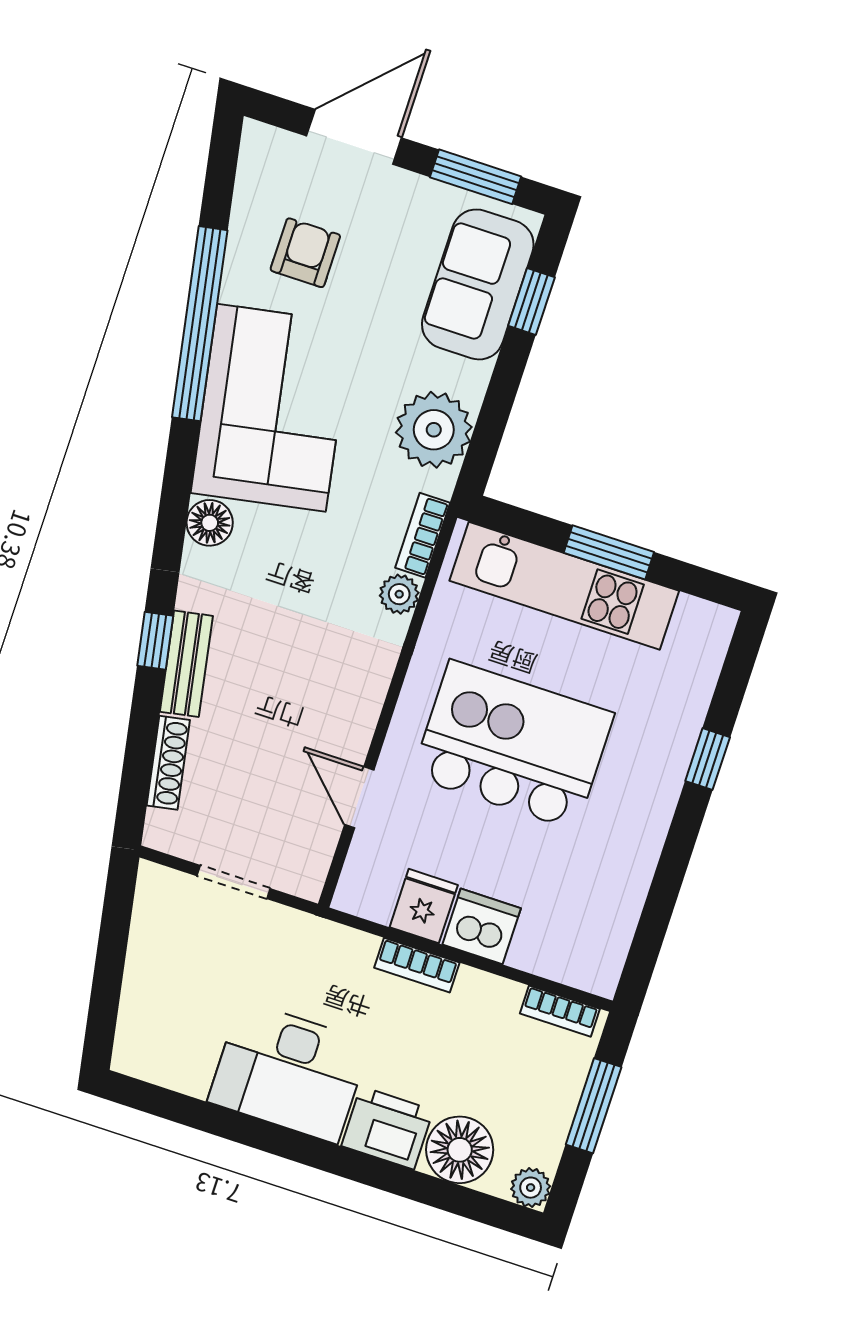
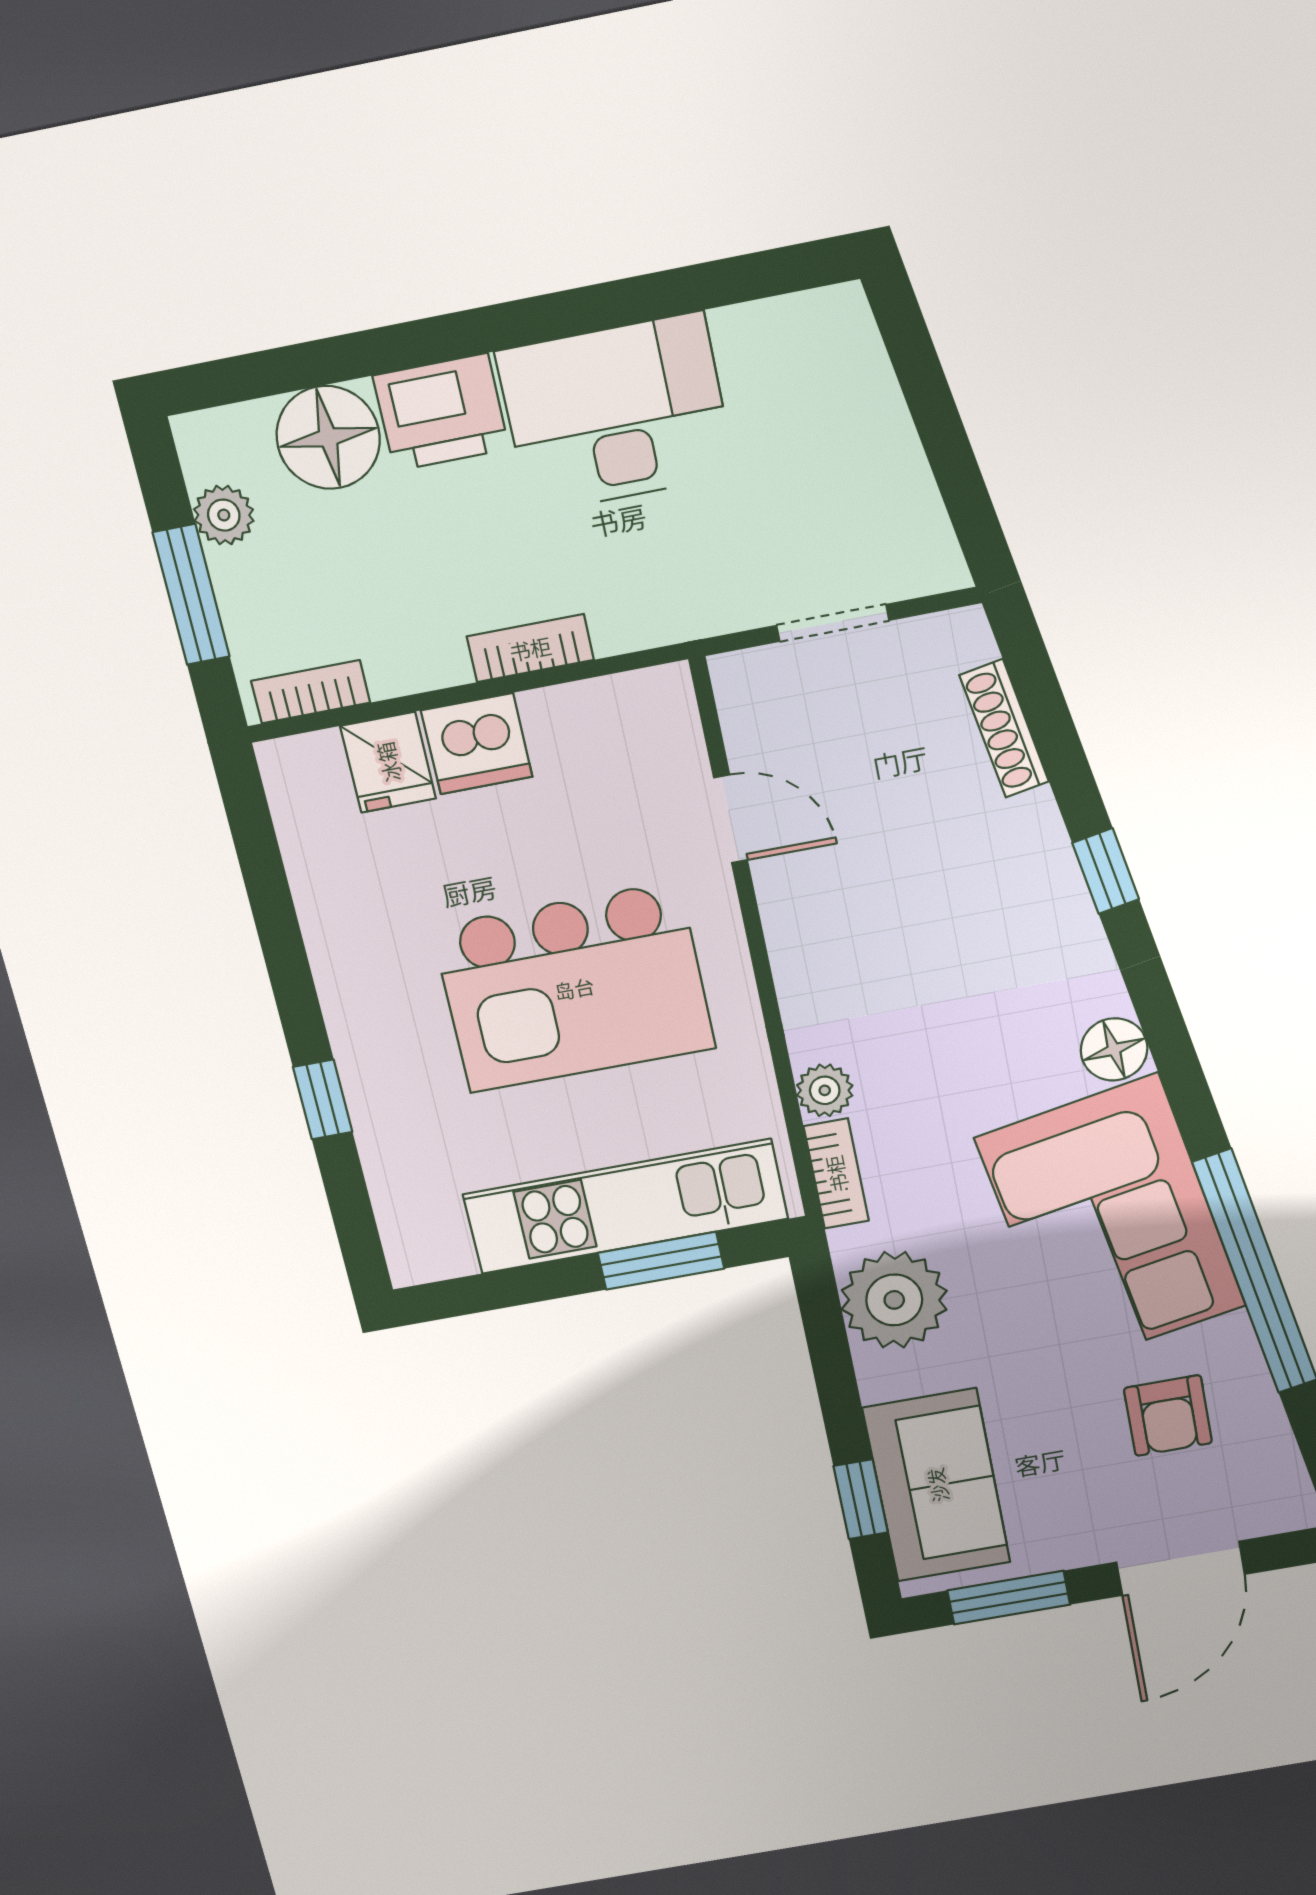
window: (609, 552) -> (661, 1261), moved
bench: (186, 664) -> (1049, 864), removed
fridge: (424, 906) -> (388, 762), moved
plant: (531, 1188) -> (224, 515), moved

